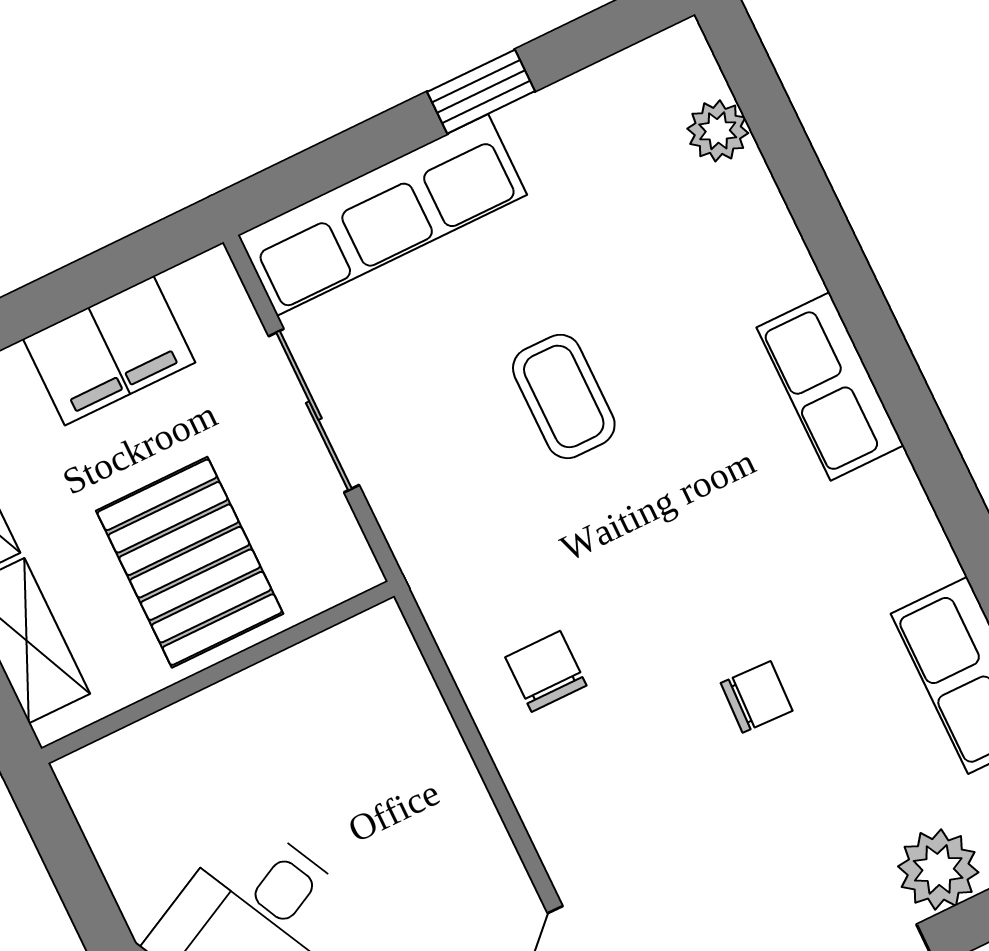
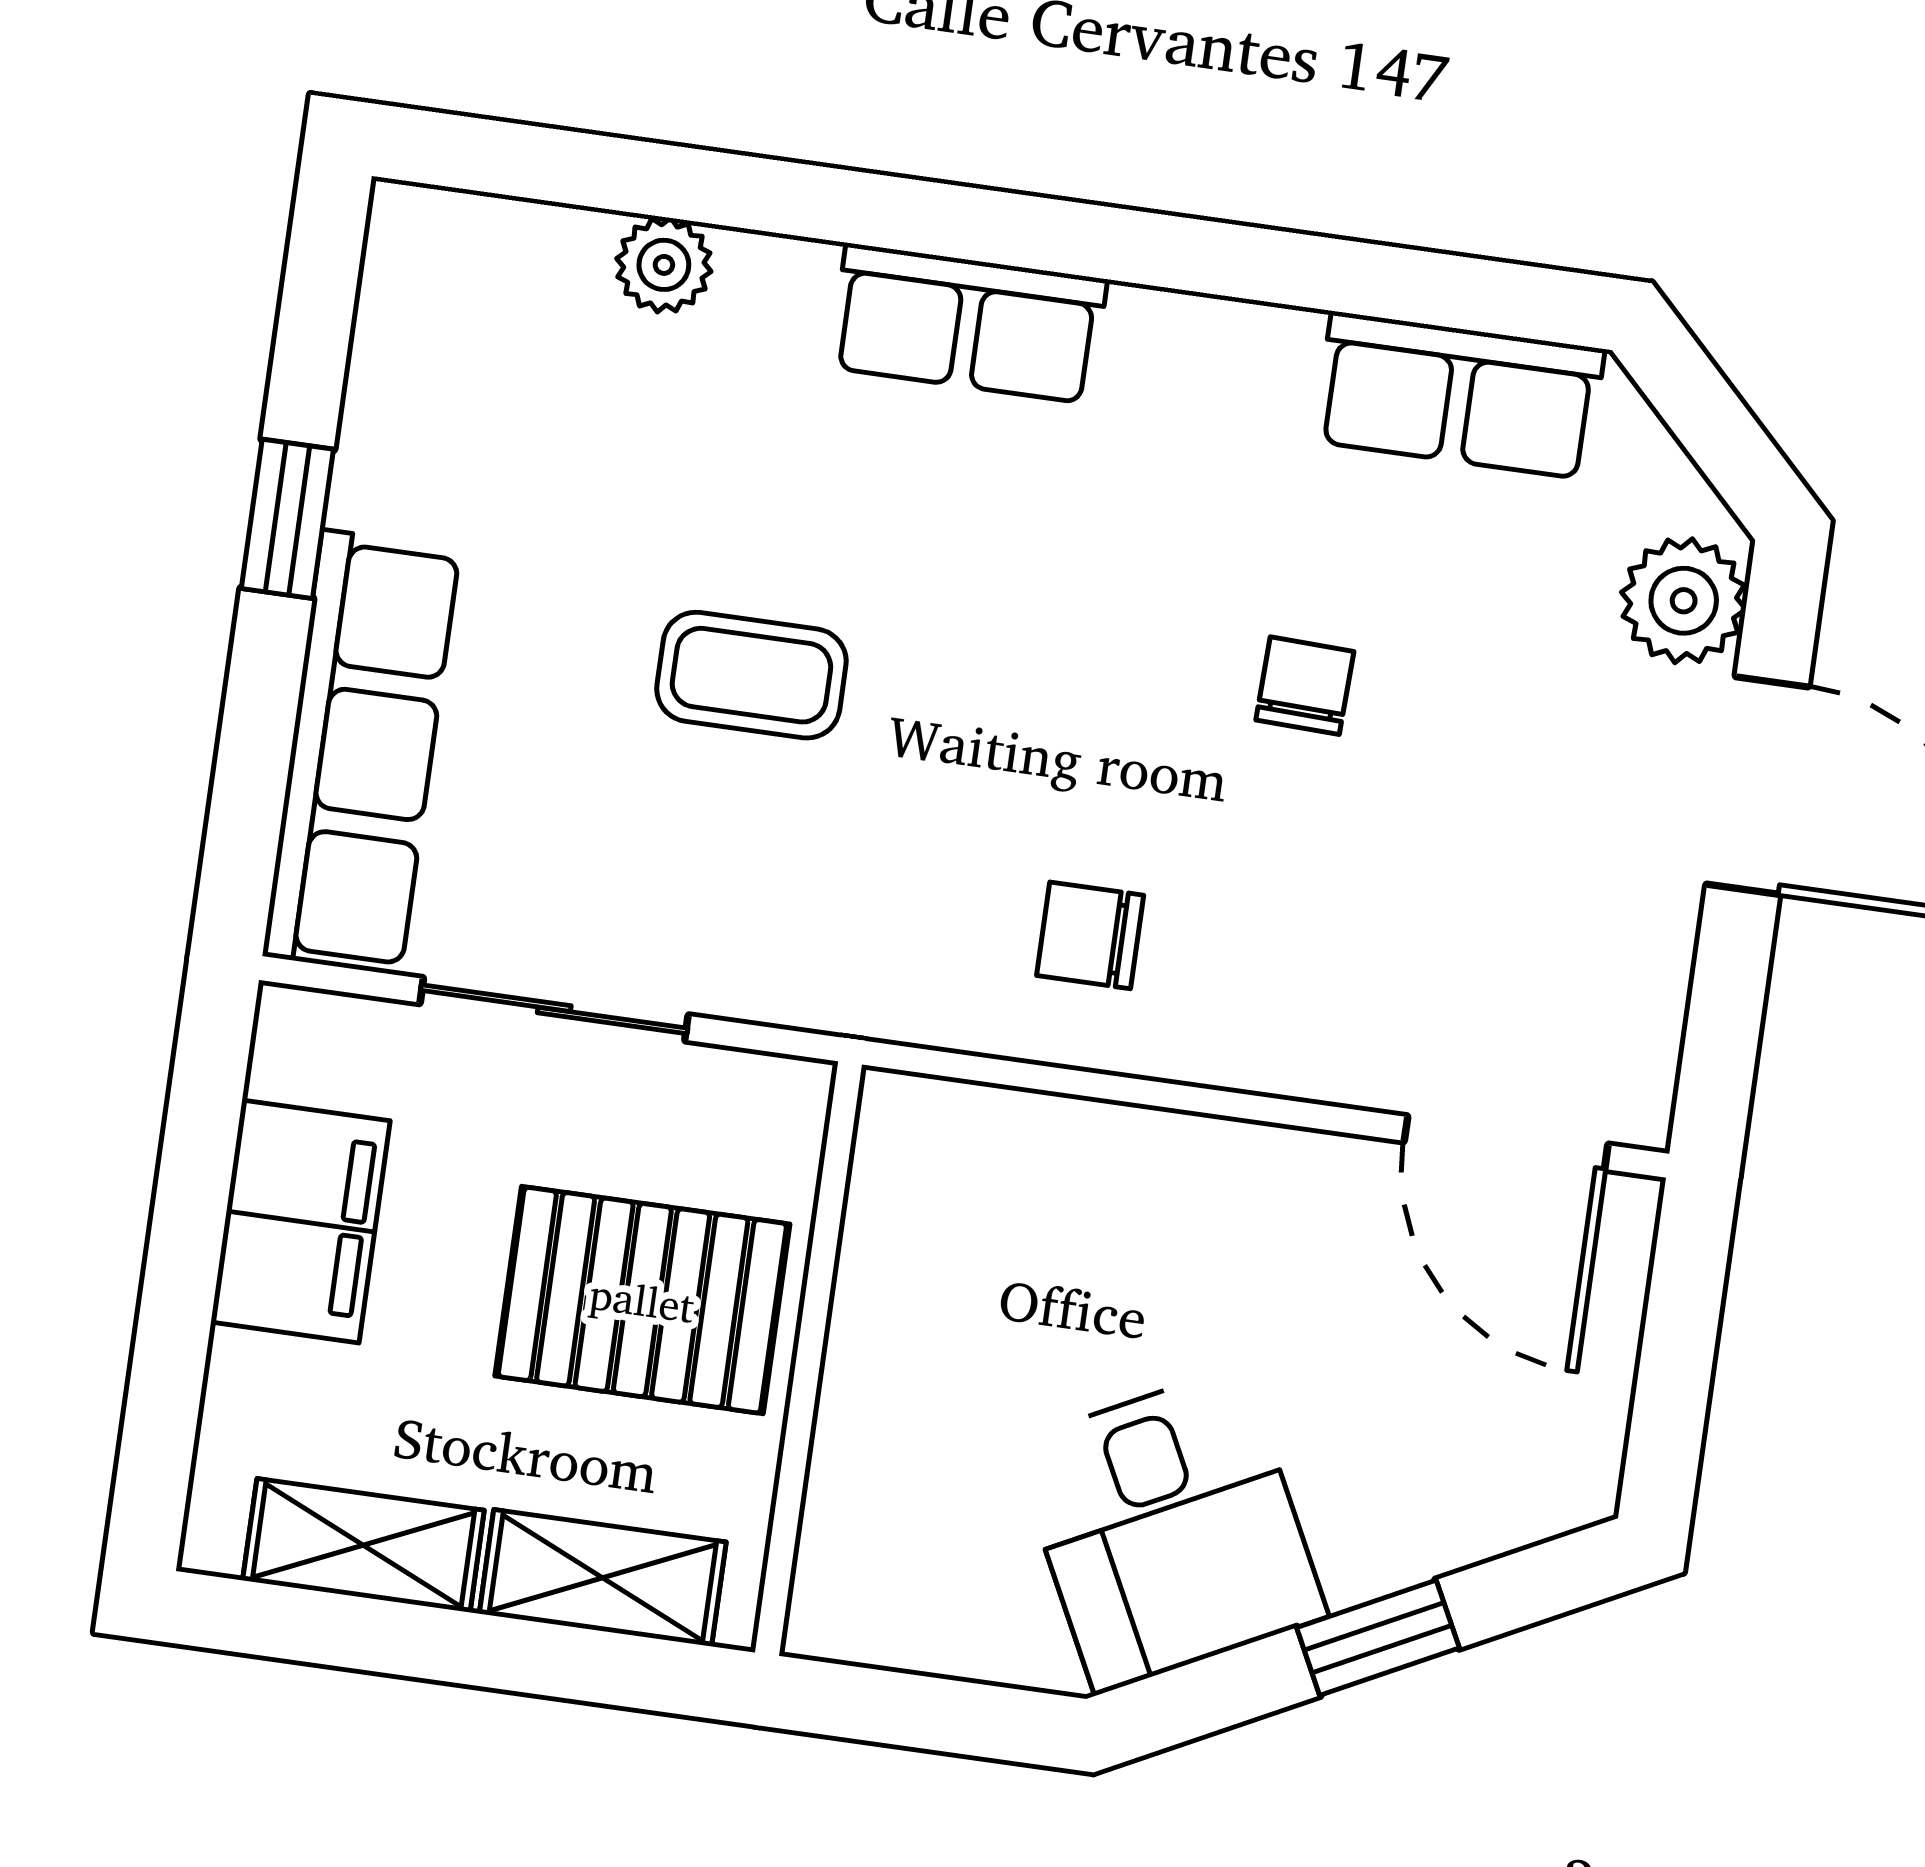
plant: (718, 131) -> (664, 265), moved

